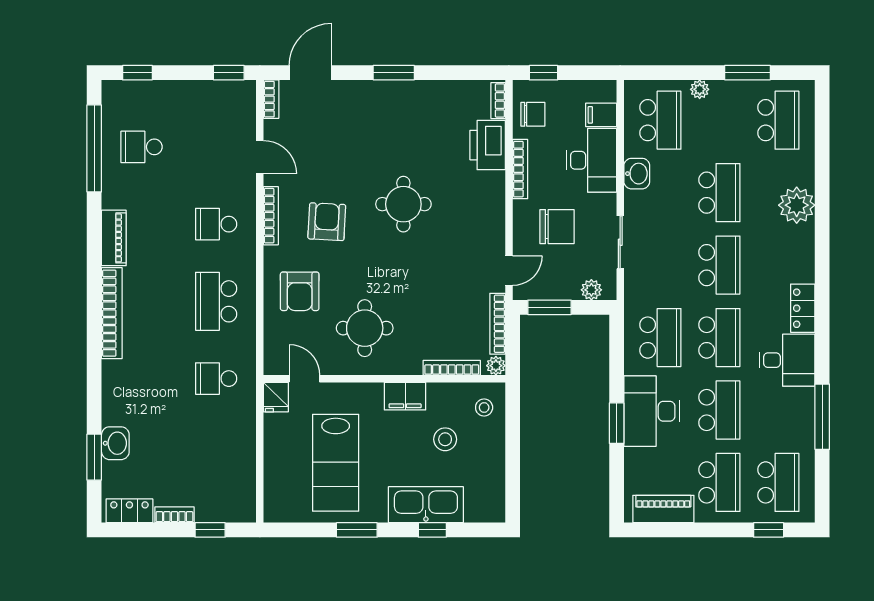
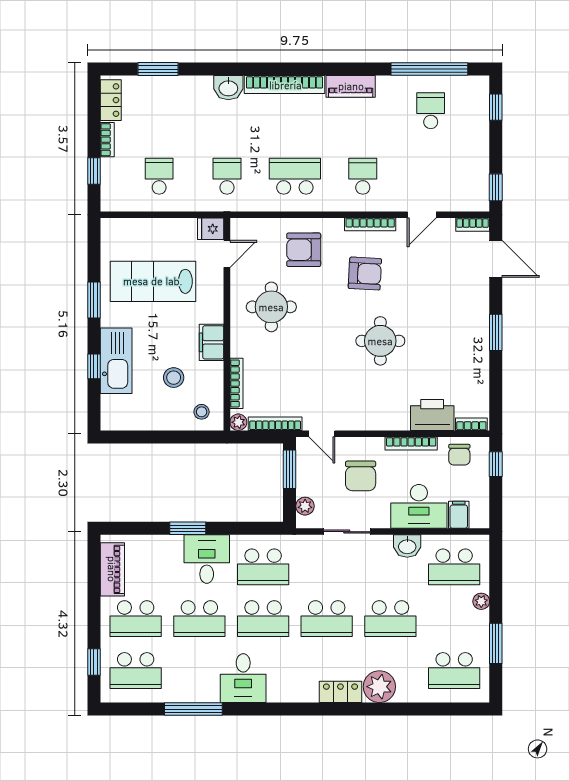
locker: (803, 308) -> (340, 692), moved
desk: (652, 411) -> (207, 559), width x0.73
washbasin: (115, 443) -> (228, 88), moved
school desk: (216, 456) -> (159, 176), added

